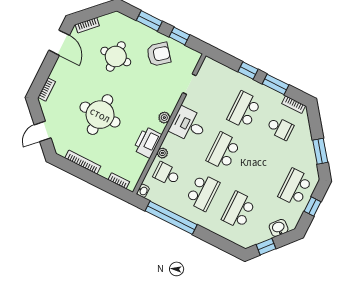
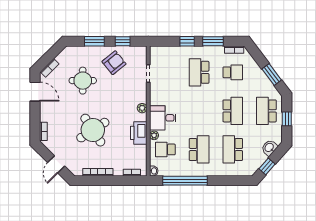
round table: (100, 115) -> (93, 130), turned -33
desk: (188, 125) -> (163, 118), moved
school desk: (223, 151) -> (233, 111), moved, turned 180

